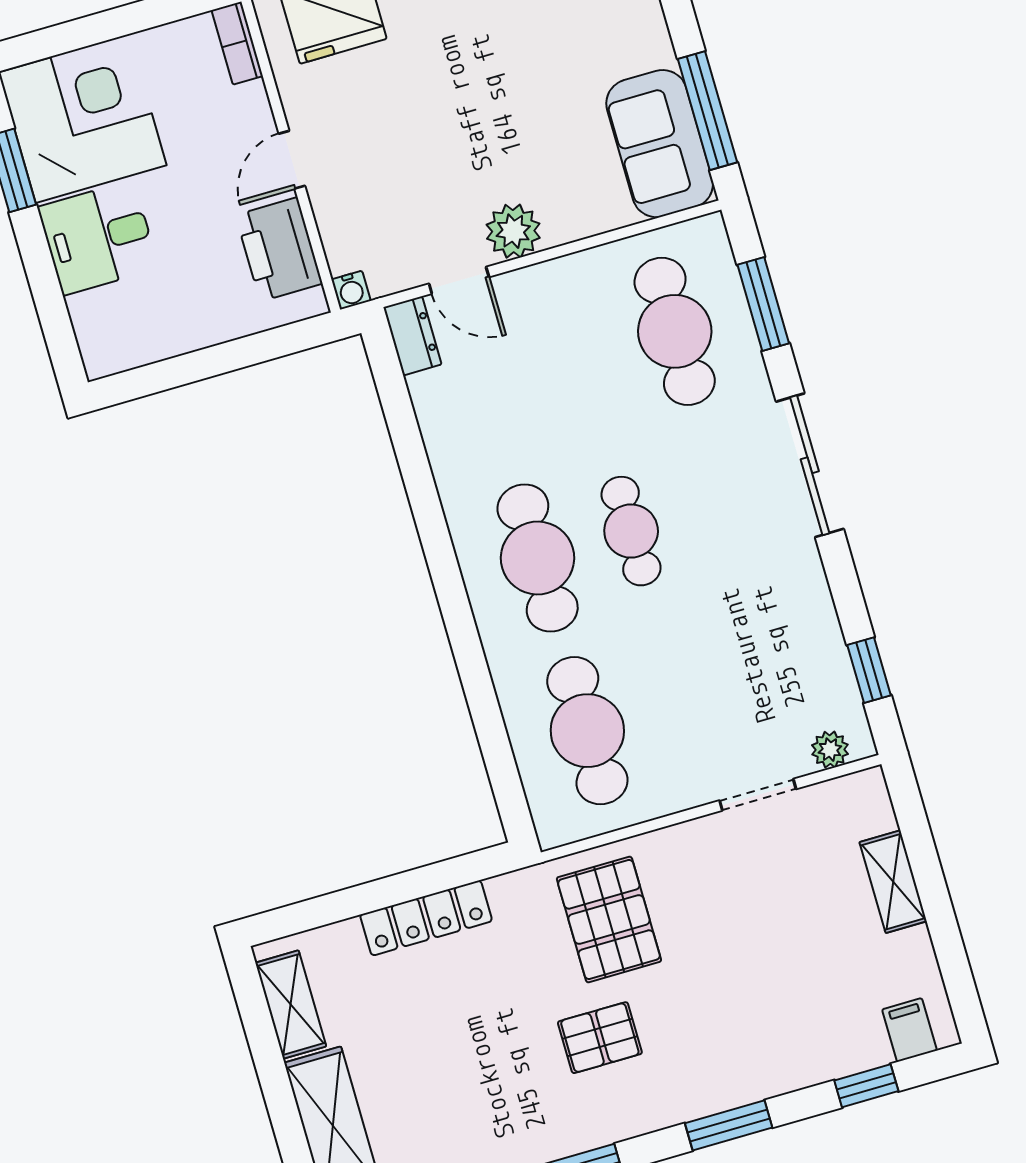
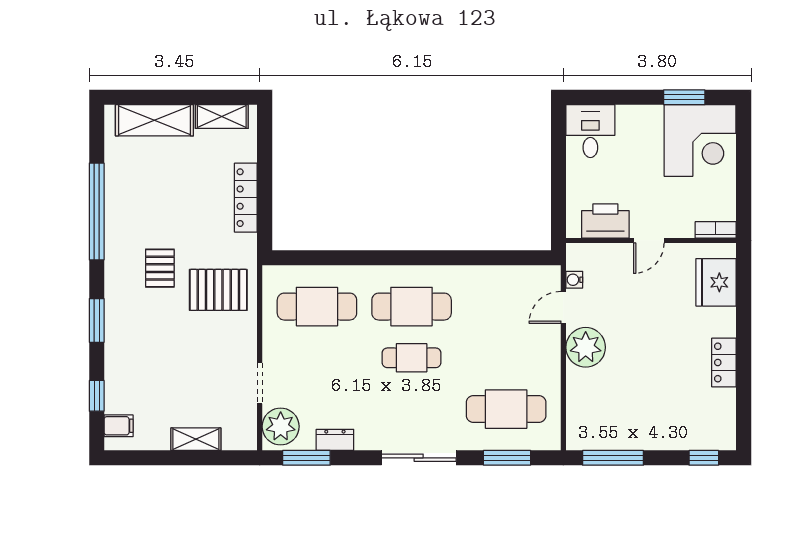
sofa: (660, 144) -> (603, 429), removed
door: (292, 160) -> (649, 241), swing flipped
plant: (513, 231) -> (586, 347), width x1.36, depth x1.36
desk: (98, 238) -> (590, 131), moved
water cooler: (351, 290) -> (574, 280), moved
dresser: (412, 336) -> (335, 440), moved, turned 180
window: (869, 670) -> (306, 458), width x1.50
plant: (830, 750) -> (281, 426), width x1.88, depth x1.88

